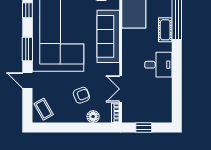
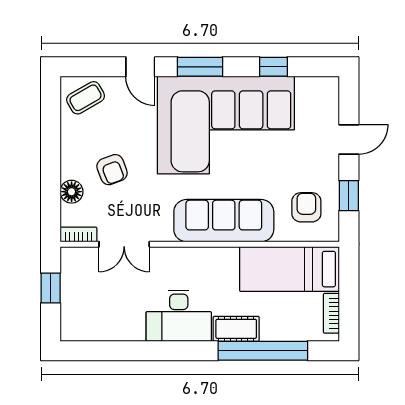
desk: (158, 65) -> (179, 316), width x1.37
door: (27, 80) -> (140, 67), swing flipped
double door: (121, 89) -> (124, 244), swing flipped

